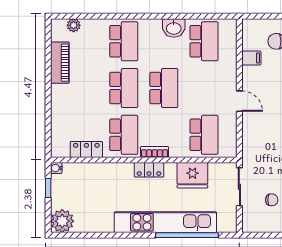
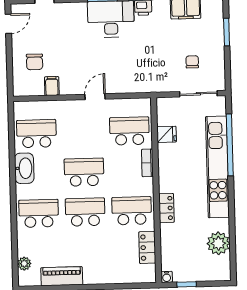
washbasin: (174, 28) -> (24, 168), width x1.38
bookcase: (155, 152) -> (147, 163), moved
locker: (149, 170) -> (166, 208), moved
fridge: (192, 175) -> (167, 134), width x0.53, depth x0.75
sliding door: (239, 187) -> (198, 94), moved
plant: (62, 221) -> (218, 243), moved

